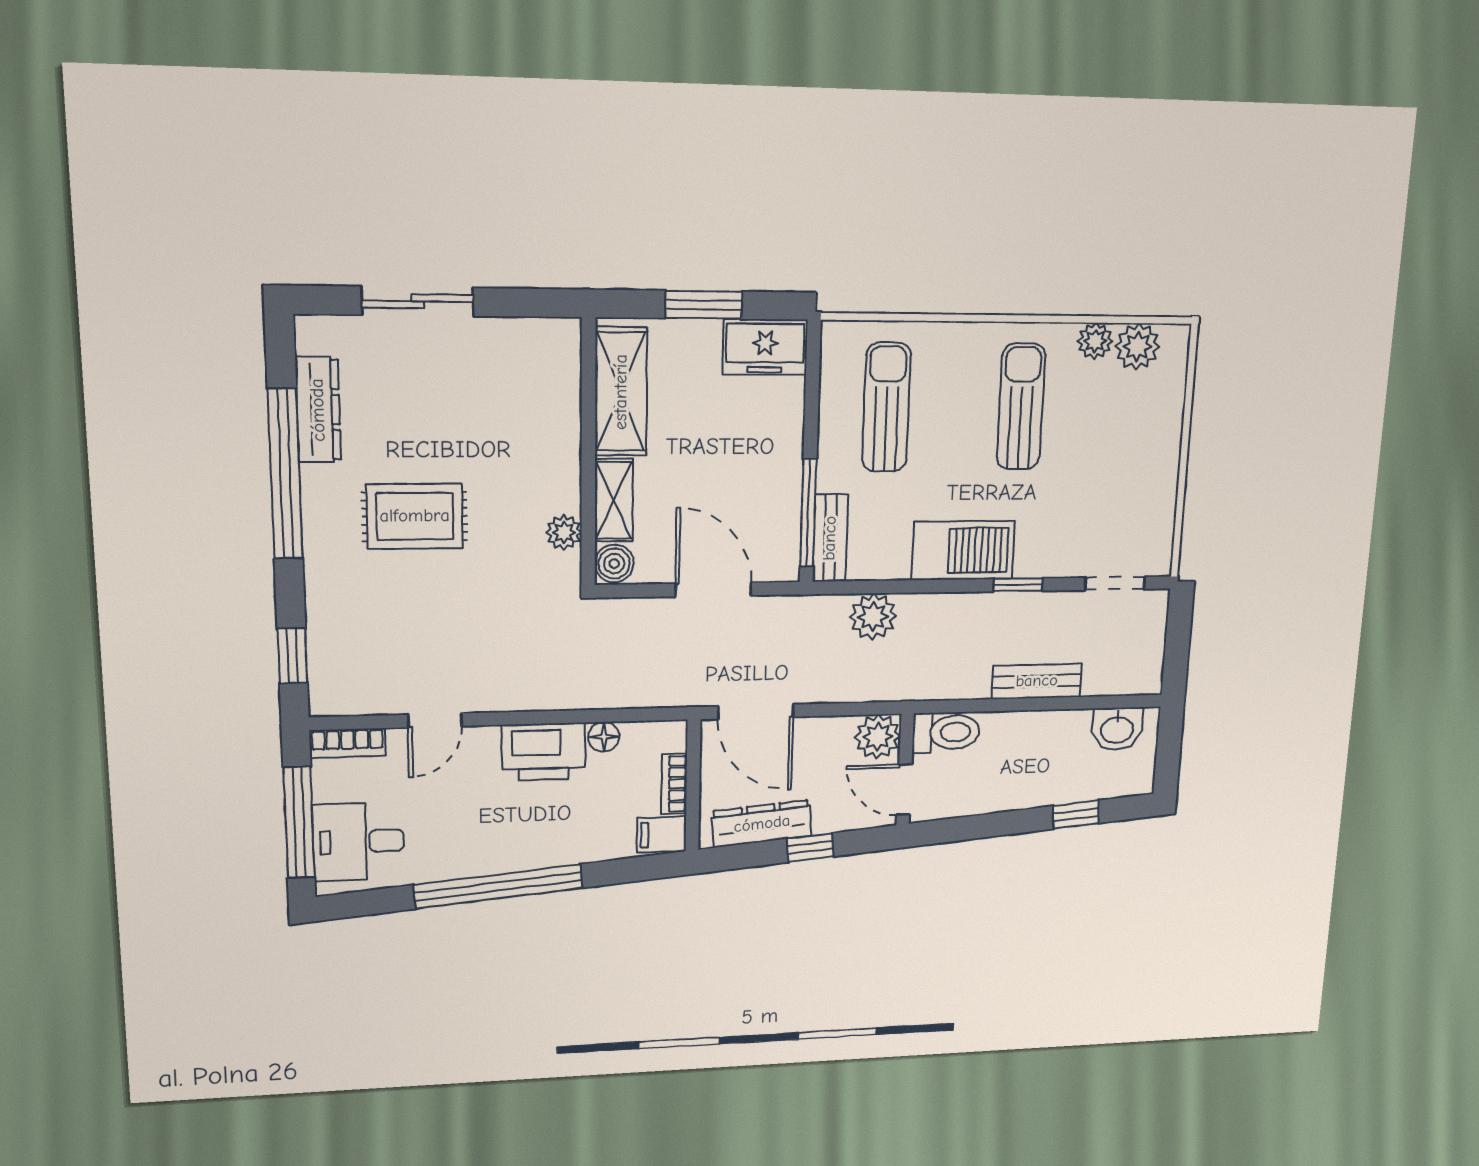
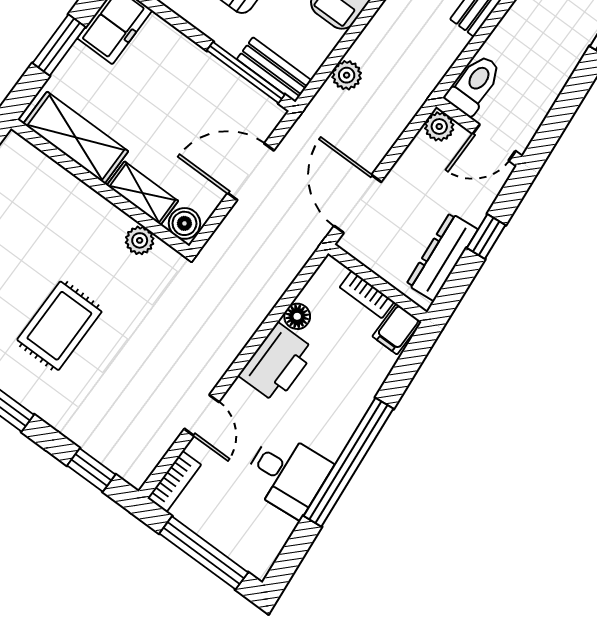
plant: (873, 617) -> (347, 75), width x0.73, depth x0.73
door: (756, 712) -> (358, 204), swing flipped
plant: (878, 737) -> (439, 127), width x0.73, depth x0.73
desk: (359, 842) -> (287, 474), moved, turned -95

